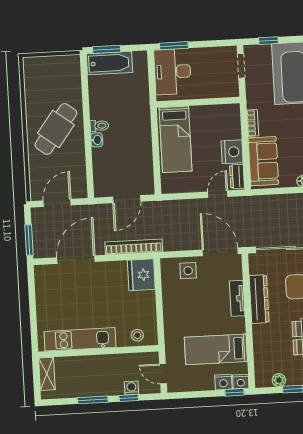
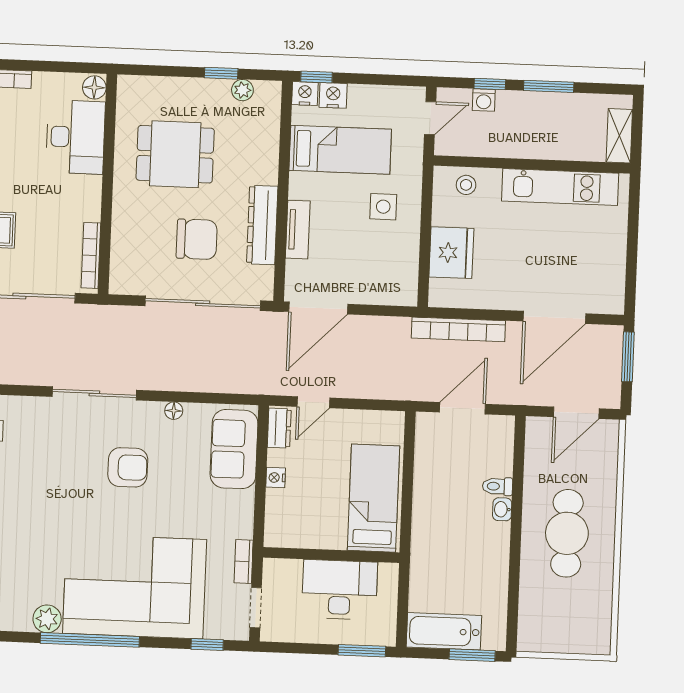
bathtub: (109, 63) -> (444, 631), moved
desk: (172, 72) -> (340, 590), moved, turned -90
bookcase: (253, 123) -> (244, 562), moved
toilet: (99, 126) -> (498, 486), moved
cafe table: (56, 129) -> (567, 533), turned -37
nightstand: (232, 152) -> (276, 478), width x0.53, depth x0.56
door: (220, 252) -> (318, 308), hinge flipped
side table: (188, 271) -> (383, 207), moved
fridge: (141, 275) -> (451, 253), moved
door: (163, 374) -> (430, 118), hinge flipped

